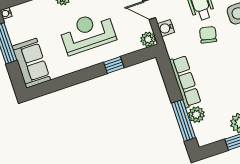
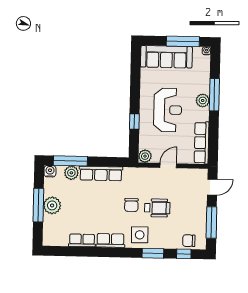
water cooler: (166, 28) -> (50, 171), moved
chair: (208, 35) -> (131, 205), turned 78
sofa: (31, 63) -> (166, 57), width x1.36

